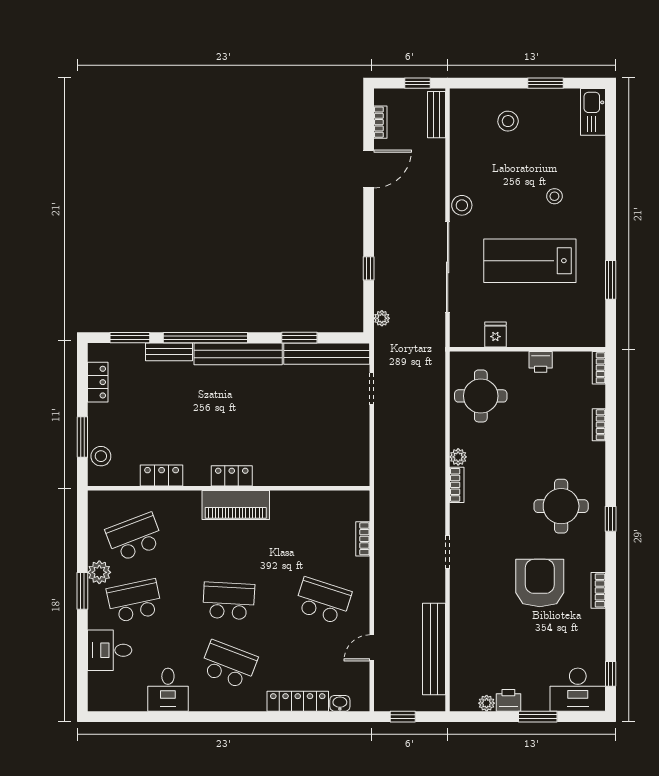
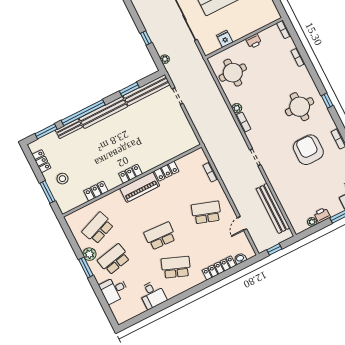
stool: (101, 456) -> (62, 179), moved
locker: (292, 501) -> (167, 171), added

